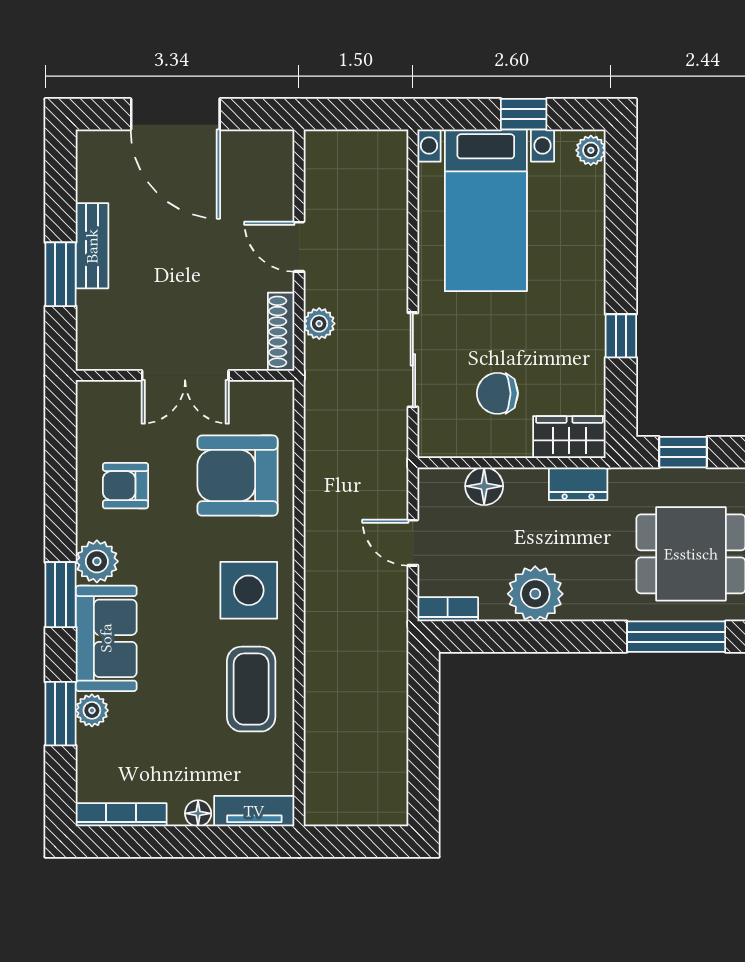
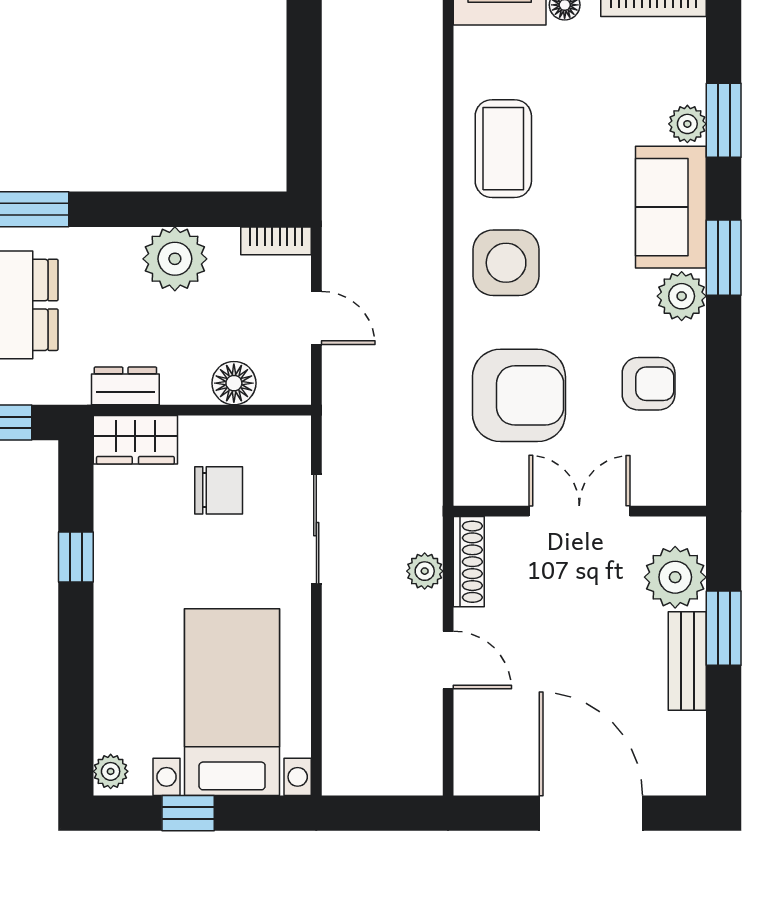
plant: (102, 318) -> (675, 577), added

